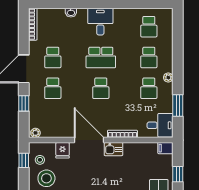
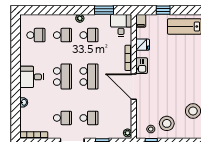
school desk: (101, 88) -> (89, 77), width x1.85
door: (89, 140) -> (134, 87), hinge flipped
fridge: (63, 150) -> (143, 45), moved

